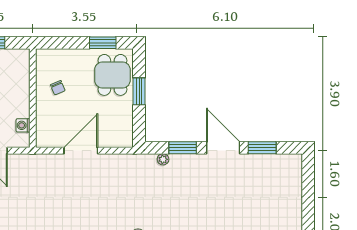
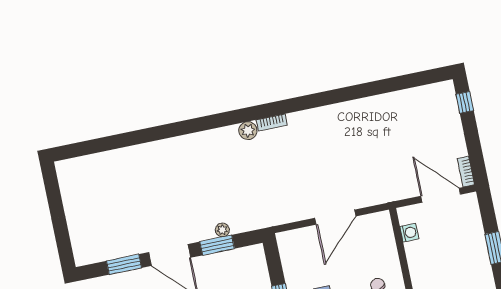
plant: (163, 159) -> (222, 230), moved

